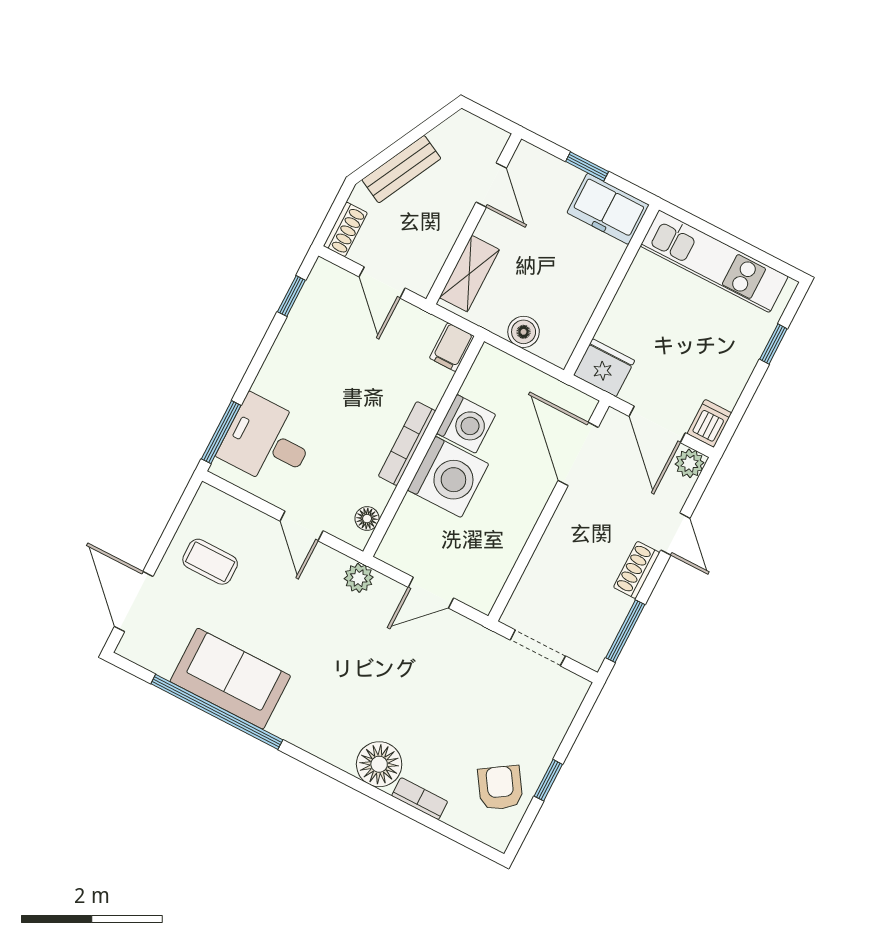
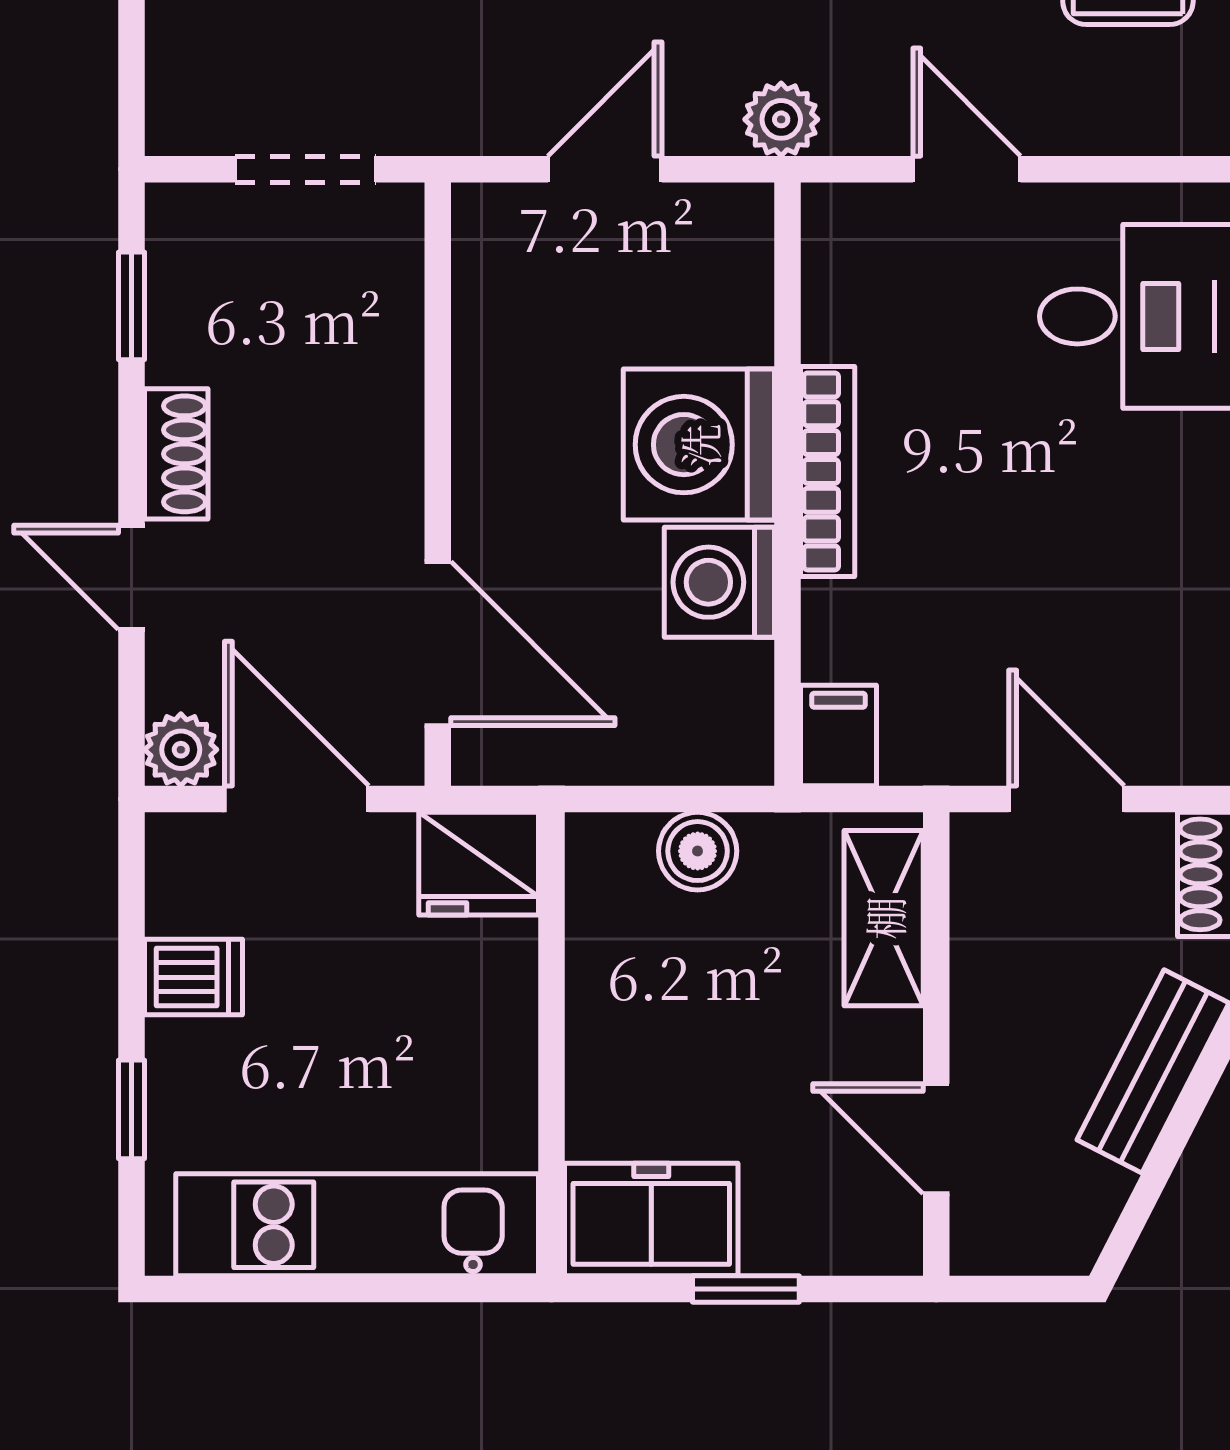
dishwasher: (709, 423) -> (193, 977), moved, turned -90
floor lamp: (367, 519) -> (830, 260), removed
window: (625, 631) -> (132, 306), width x0.67

